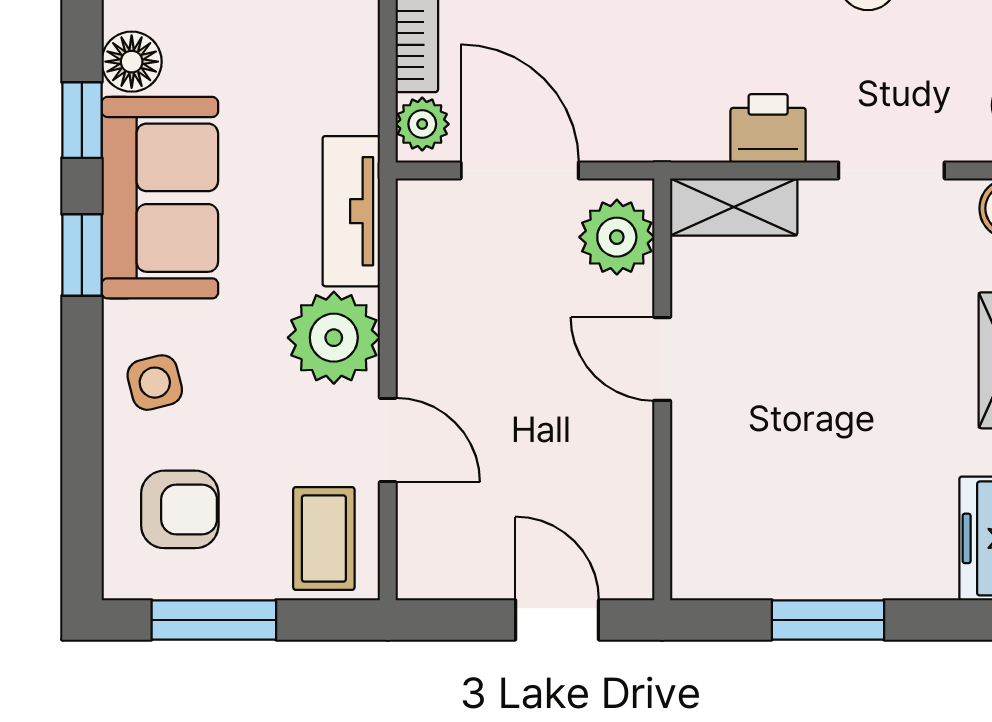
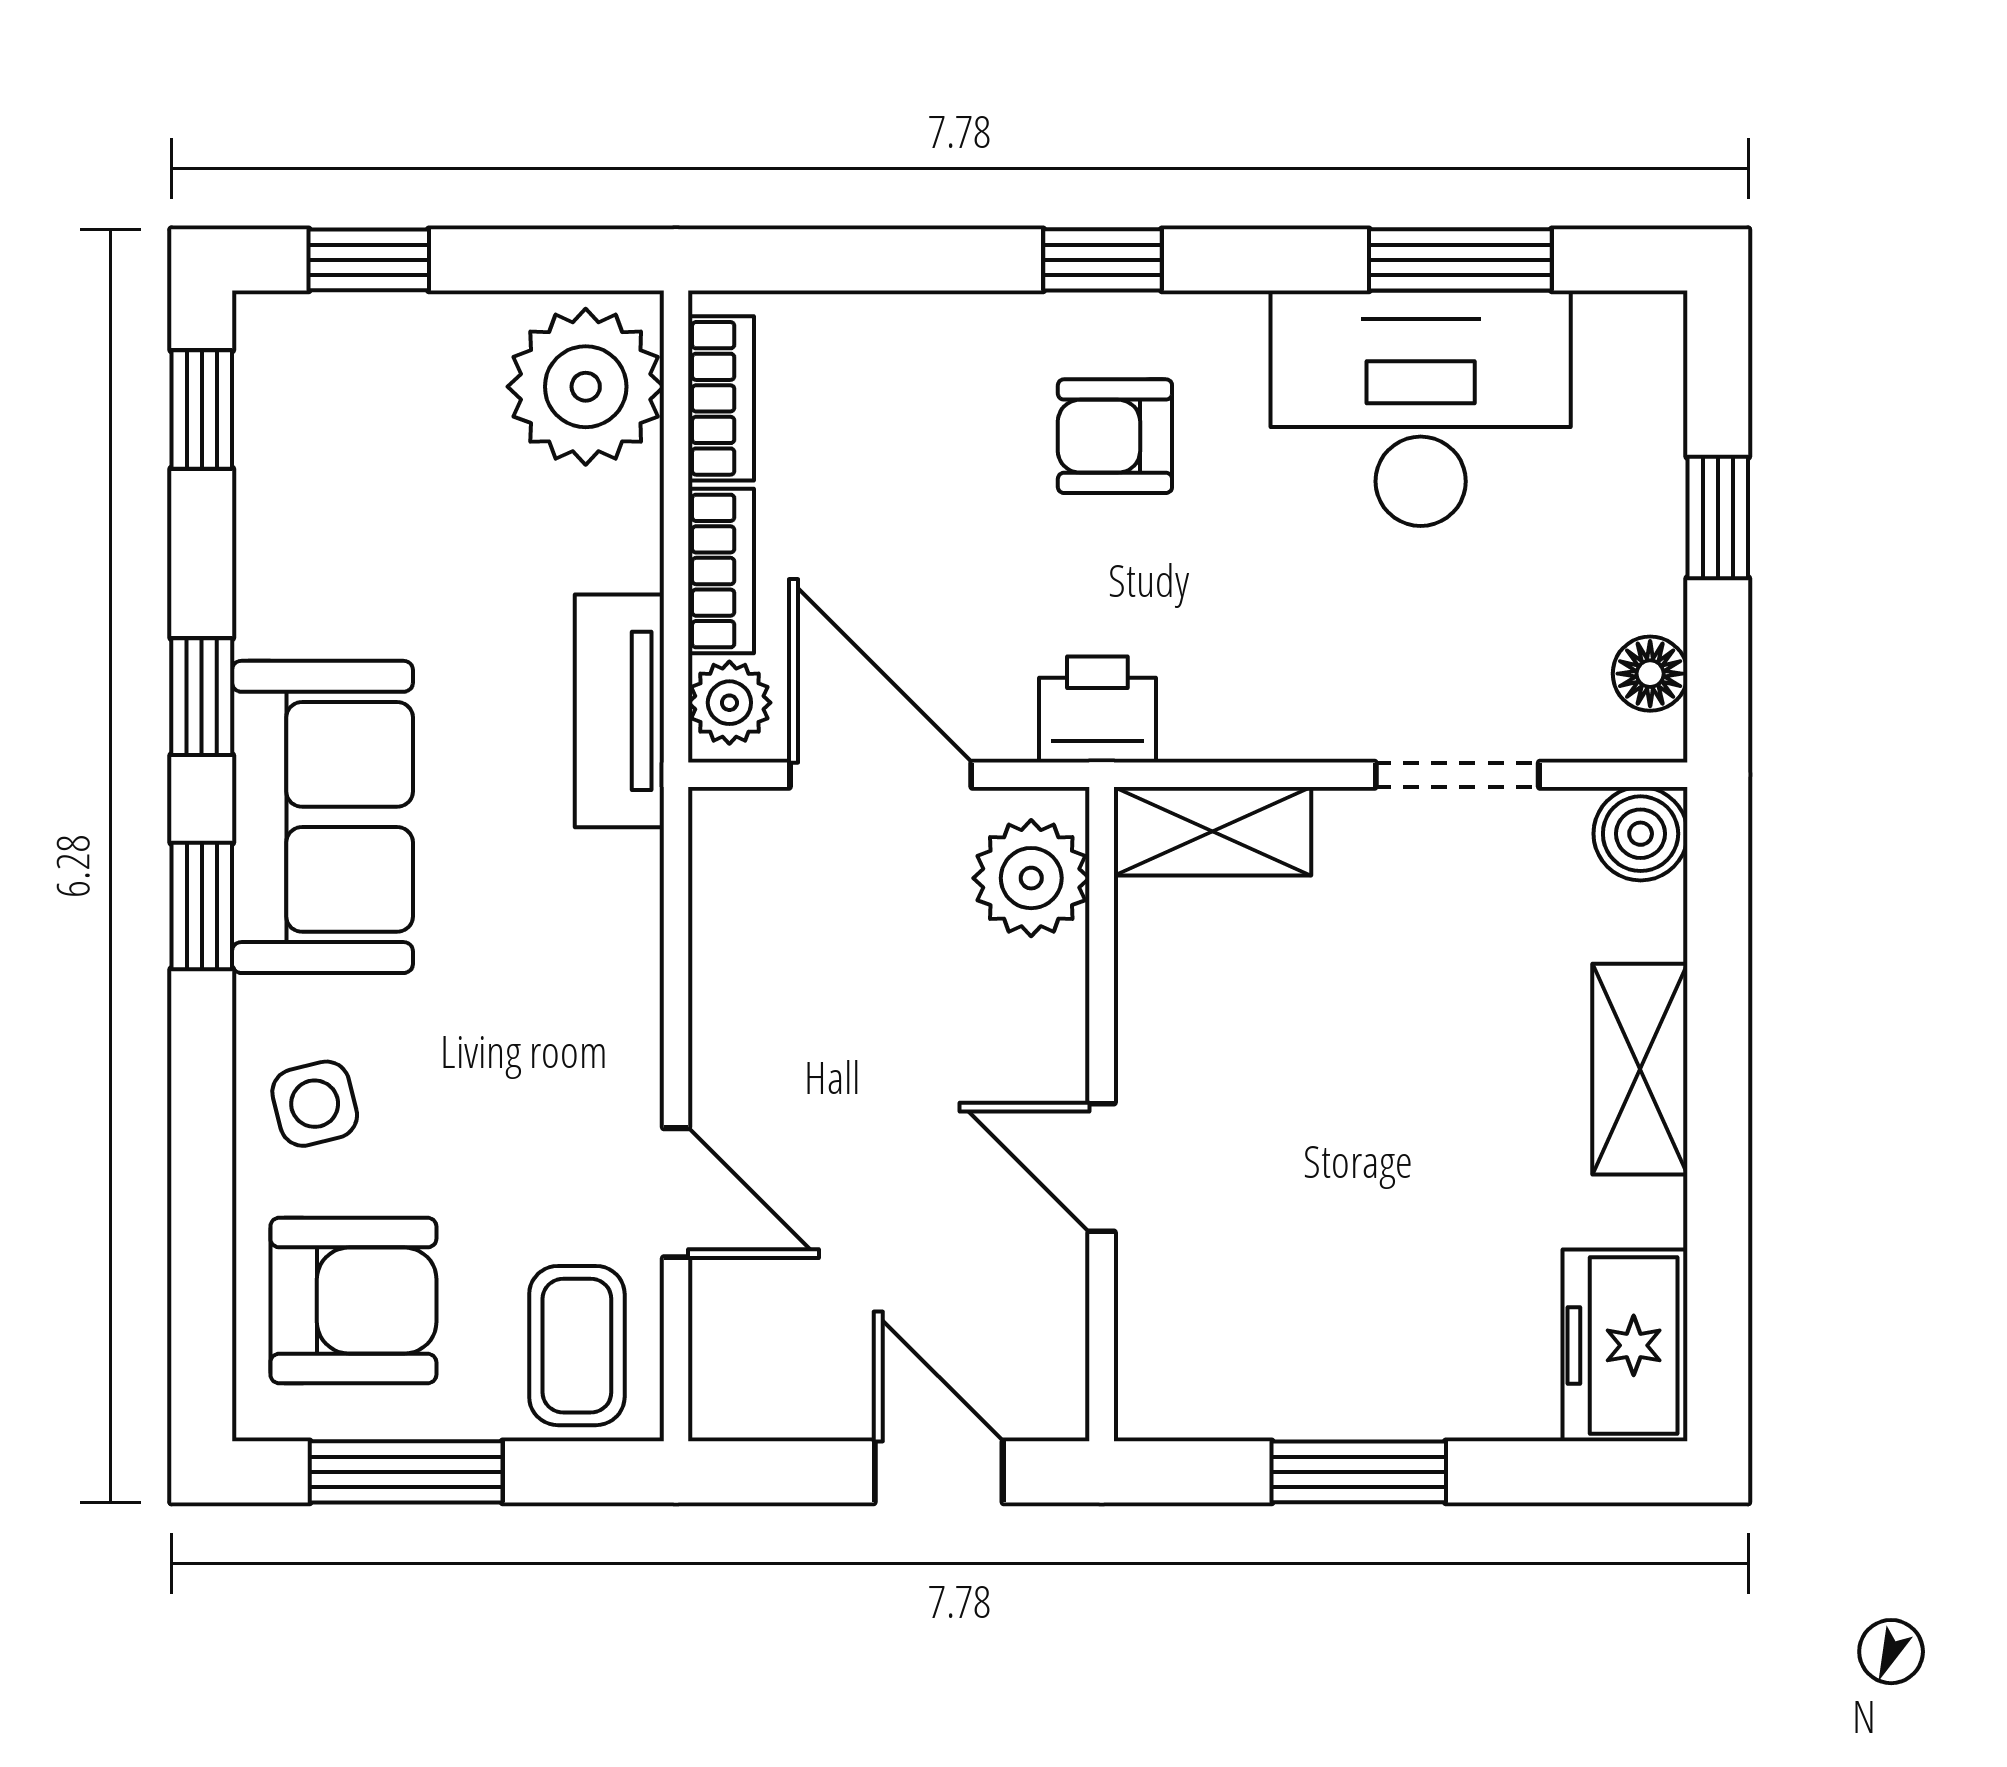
floor lamp: (132, 62) -> (279, 606), removed
printer: (768, 128) -> (1097, 709), moved
tv unit: (351, 211) -> (619, 711), moved
plant: (334, 338) -> (592, 1034), removed
door: (662, 359) -> (1102, 1167), moved
armchair: (180, 509) -> (353, 1301), width x1.38, depth x1.38

